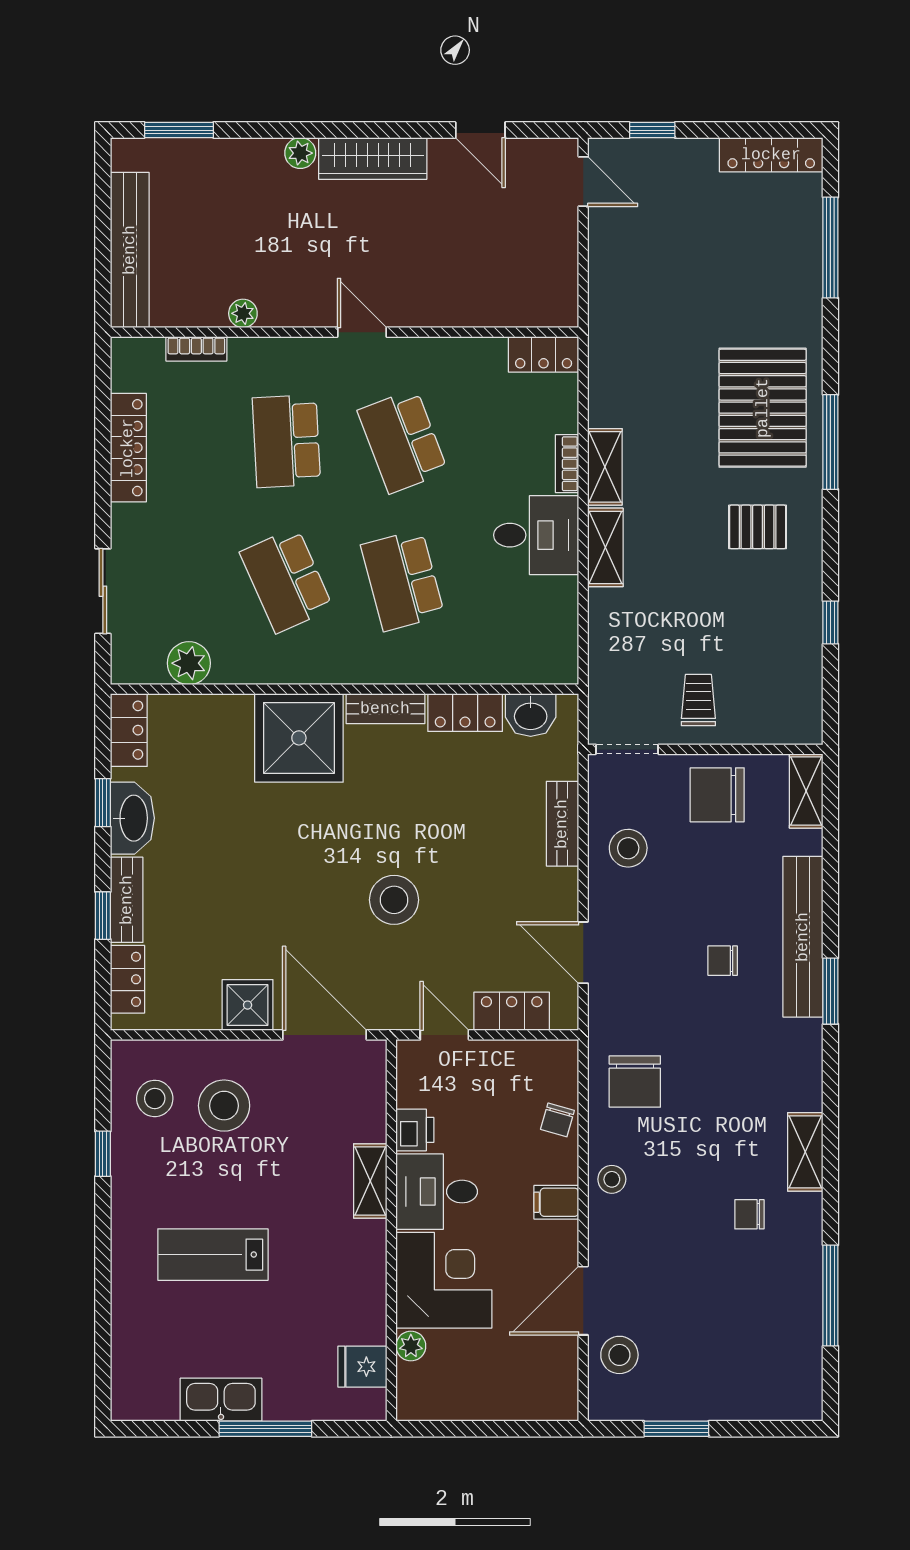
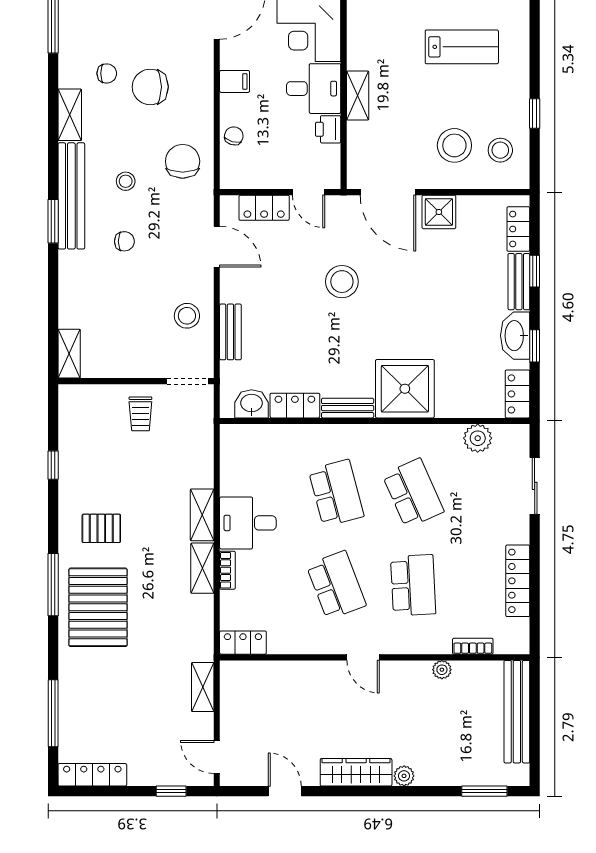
shelving: (604, 287) -> (203, 687), added
chair: (717, 795) -> (150, 87), moved, turned 180
bench: (803, 937) -> (71, 196), moved
stool: (612, 1179) -> (126, 181), moved

